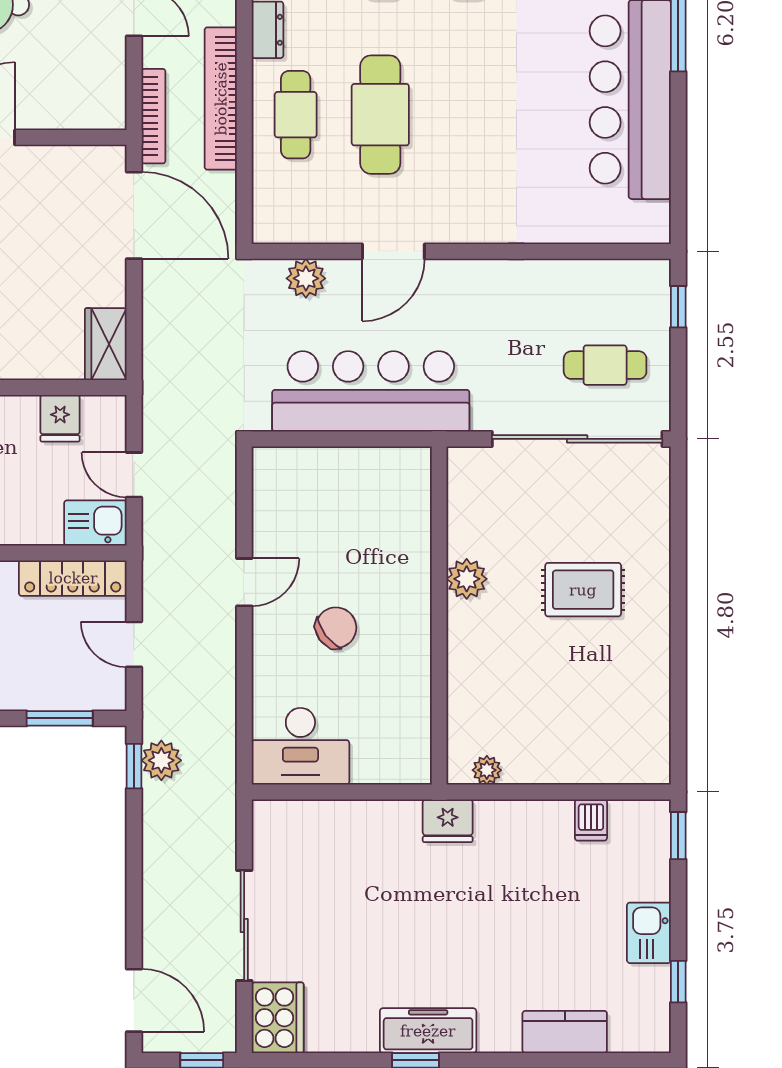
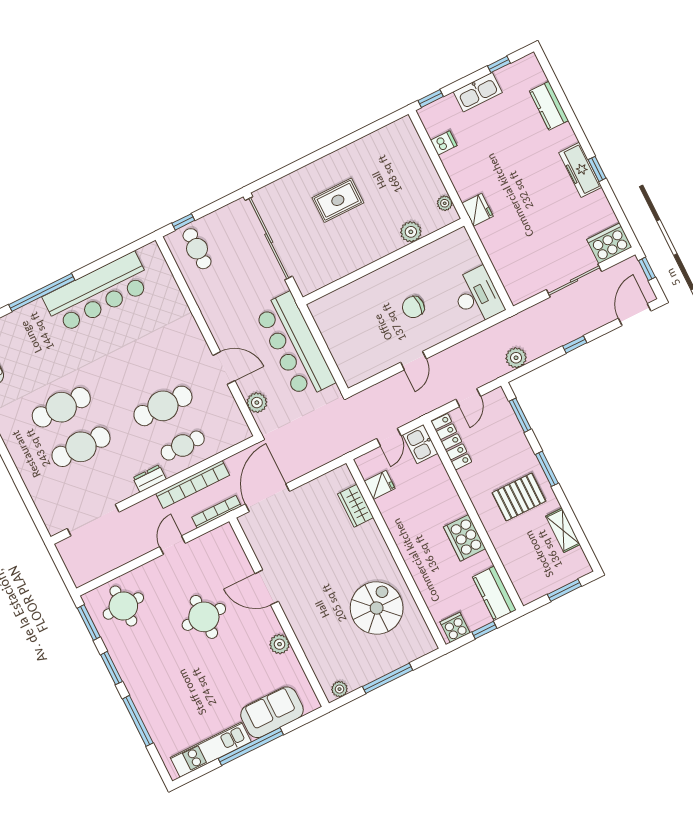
wardrobe: (106, 344) -> (356, 506), moved, turned 90
cafe table: (605, 365) -> (197, 249), moved
plant: (467, 579) -> (411, 232), moved
door: (244, 582) -> (413, 361), swing flipped
rug: (583, 590) -> (338, 200), turned 90
chair: (336, 628) -> (413, 307), turned -53
window: (134, 766) -> (575, 344), moved
kitchen sink: (649, 933) -> (478, 92), width x1.38

